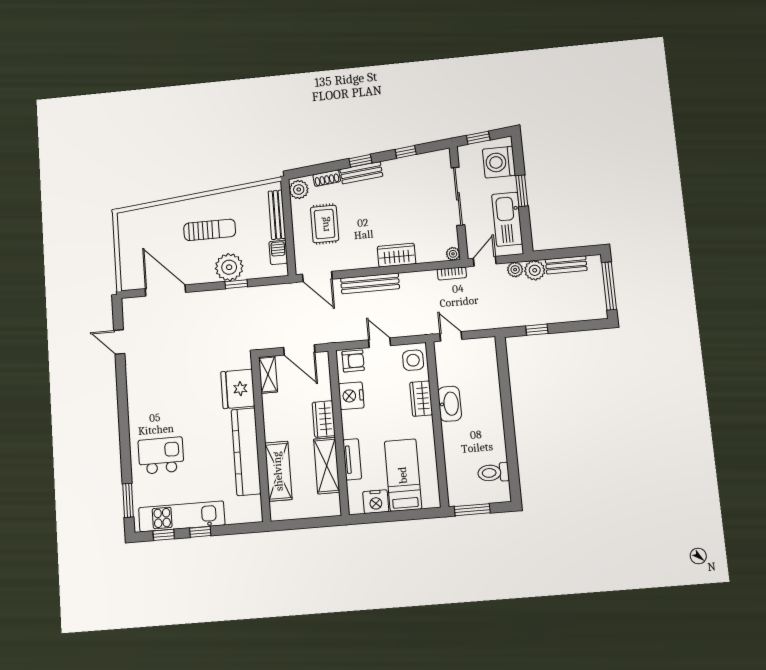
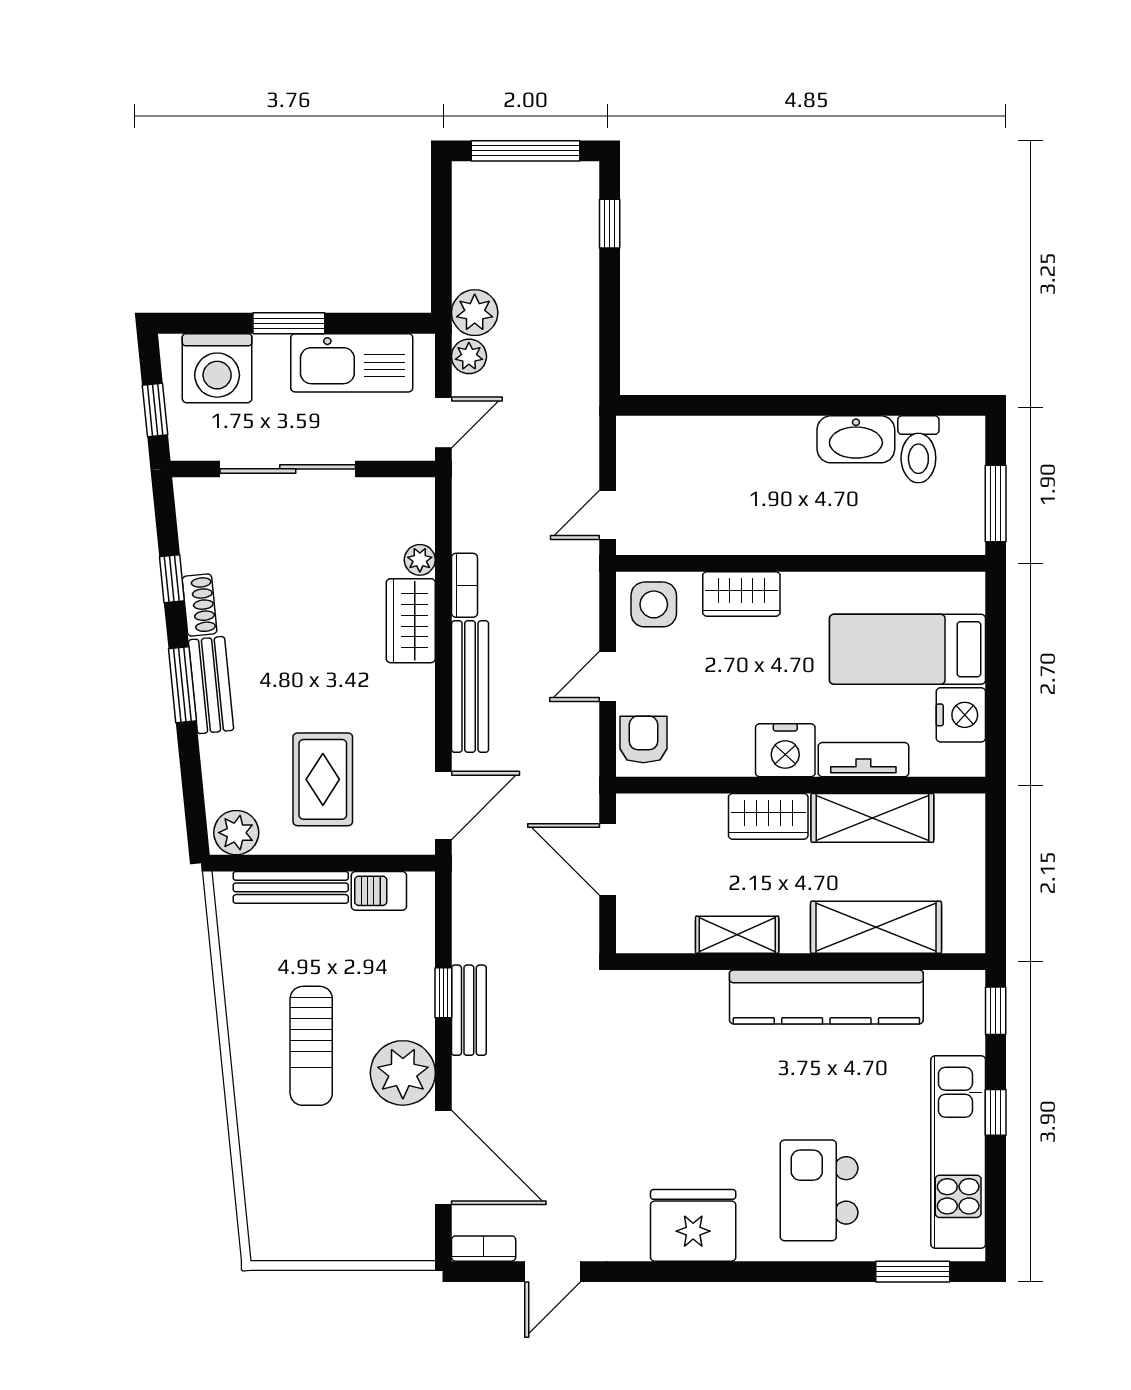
window: (360, 161) -> (182, 685), width x1.50
shoe rack: (327, 178) -> (200, 605), moved
rug: (325, 224) -> (323, 779), turned 90
sun lounger: (210, 230) -> (311, 1046), turned 180
plant: (453, 254) -> (420, 560), moved
door: (485, 261) -> (443, 423), swing flipped
bench: (566, 265) -> (469, 1010), moved
plant: (229, 267) -> (403, 1073), moved
bookcase: (452, 273) -> (464, 585), moved
door: (165, 291) -> (443, 1157), swing flipped
bookcase: (127, 311) -> (484, 1249), added
window: (537, 330) -> (610, 224), moved
door: (299, 350) -> (608, 859), swing flipped
shelving: (268, 375) -> (737, 935), moved
fridge: (238, 389) -> (693, 1225), moved, turned 180
nightstand: (351, 396) -> (785, 750), moved
washbasin: (450, 404) -> (856, 439), moved, turned 180
window: (164, 535) -> (996, 1011), moved

